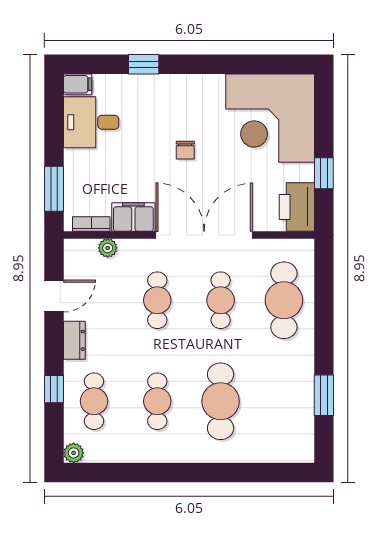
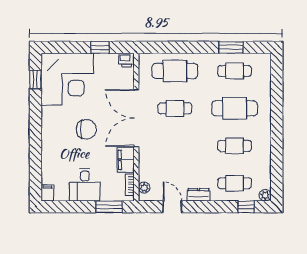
window: (144, 64) -> (35, 79), moved
desk: (91, 122) -> (85, 185), moved
chair: (185, 150) -> (86, 129), width x1.87, depth x1.87
printer: (297, 207) -> (127, 60), width x0.53, depth x0.68
plant: (108, 248) -> (144, 188), moved
cafe table: (157, 300) -> (235, 71), moved
window: (54, 389) -> (246, 207), moved

